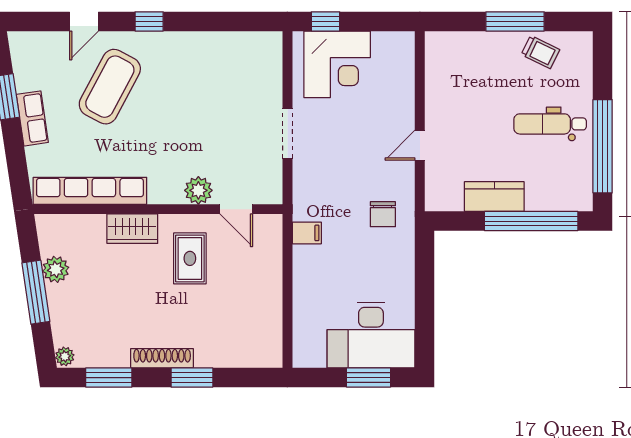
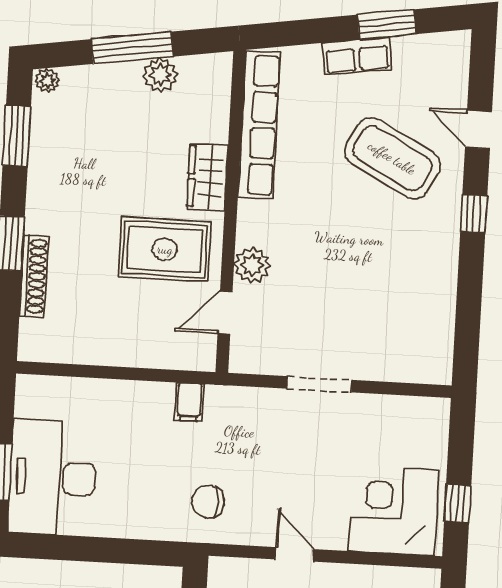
window: (325, 21) -> (458, 504), moved
corner desk: (337, 64) -> (393, 511), moved, turned 90
rug: (190, 258) -> (165, 249), width x1.36, depth x1.43
shoe rack: (162, 358) -> (34, 276), moved

